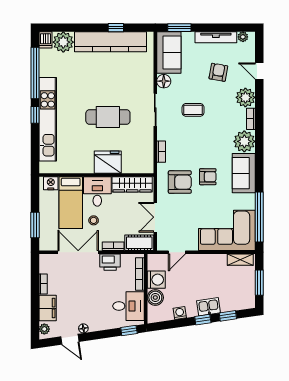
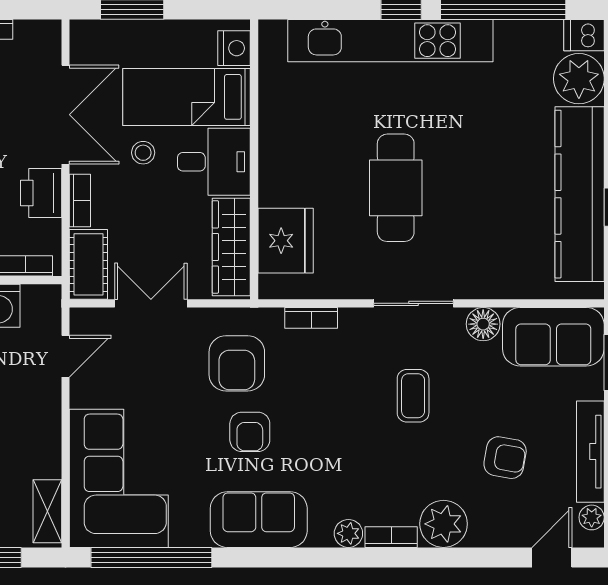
door: (259, 71) -> (552, 557), moved
plant: (244, 141) -> (348, 533), width x0.53, depth x0.53
fridge: (108, 162) -> (286, 241), moved
door: (177, 252) -> (65, 356), swing flipped

